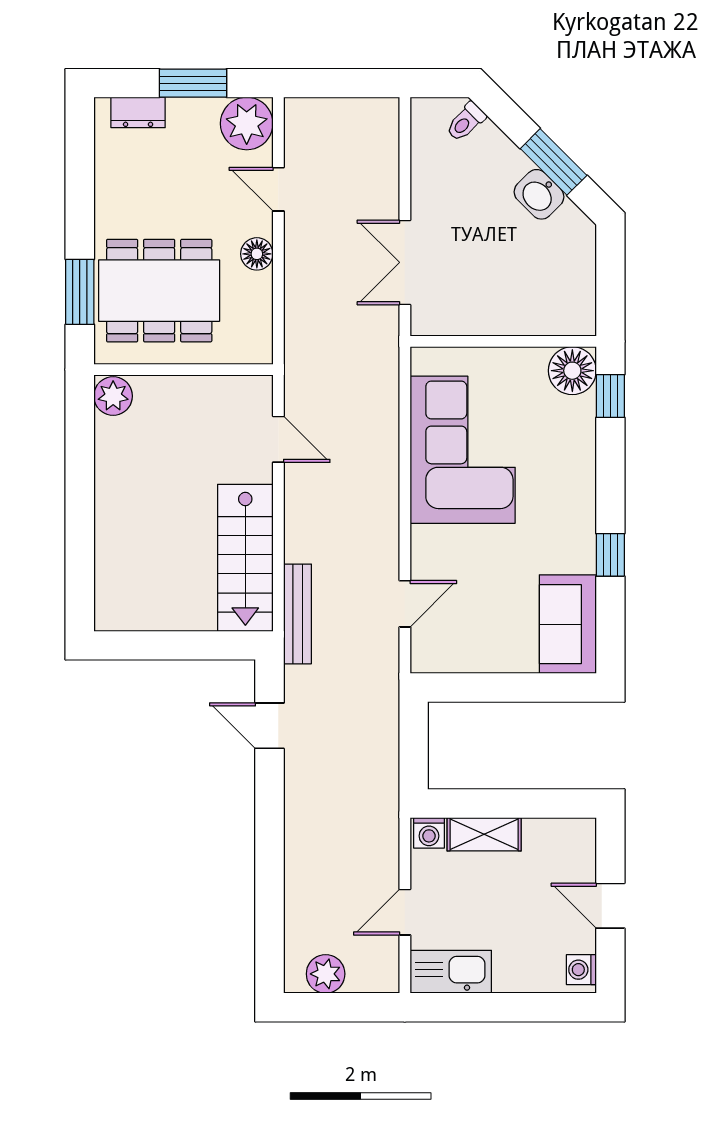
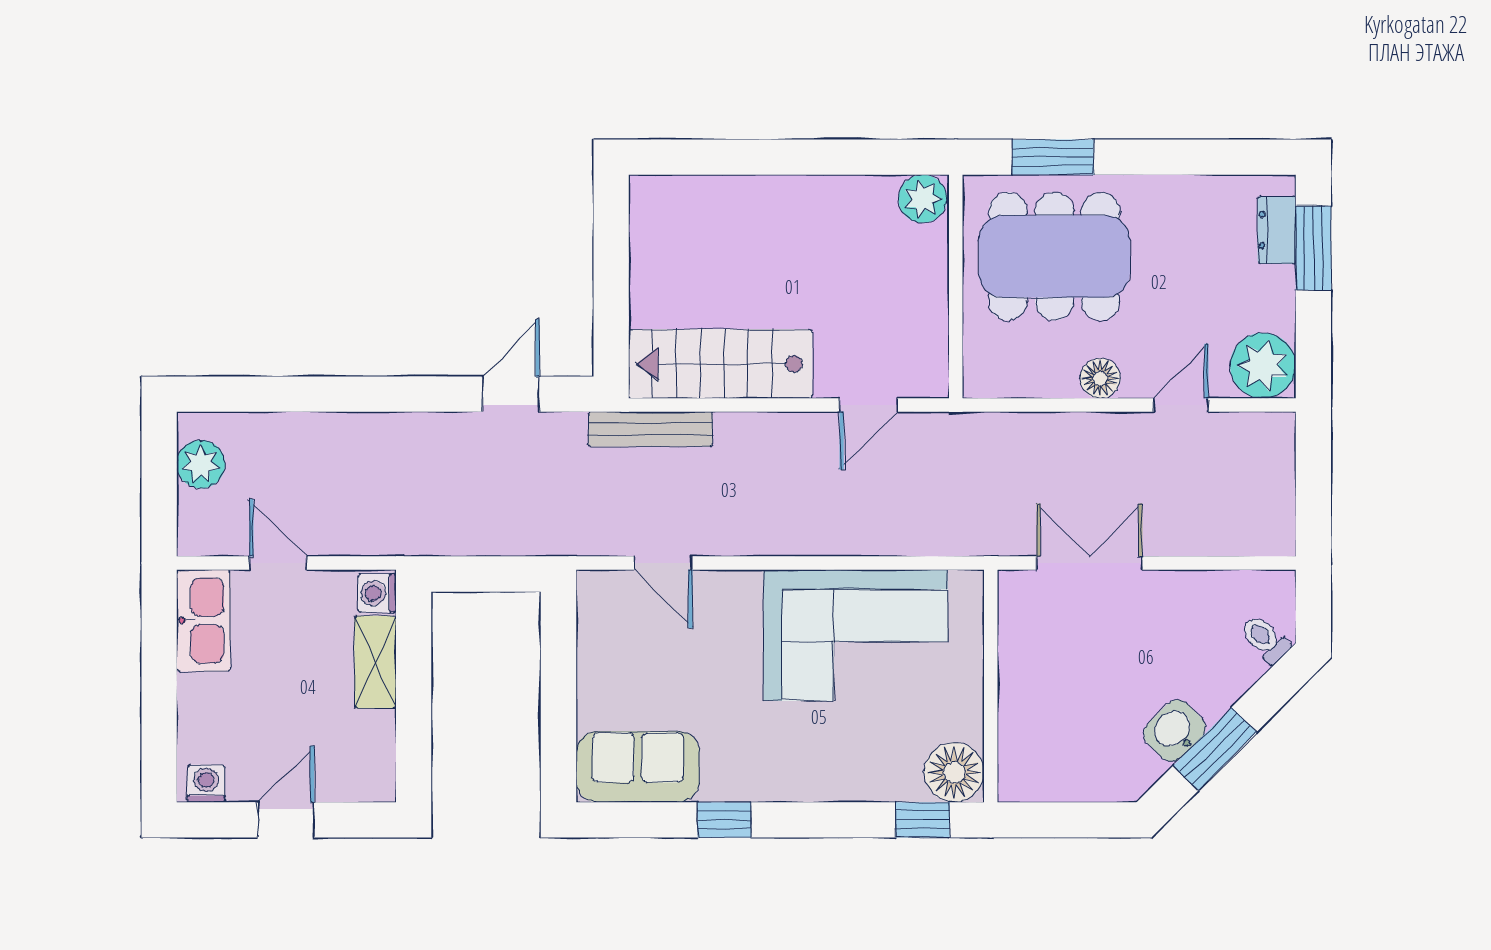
window: (193, 83) -> (1313, 248), moved
dining table: (159, 291) -> (1054, 256), turned 90

